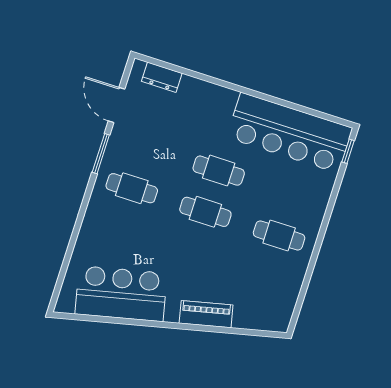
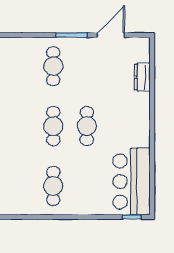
dresser: (162, 77) -> (142, 77), moved
bar counter: (290, 133) -> (132, 182), width x0.73

